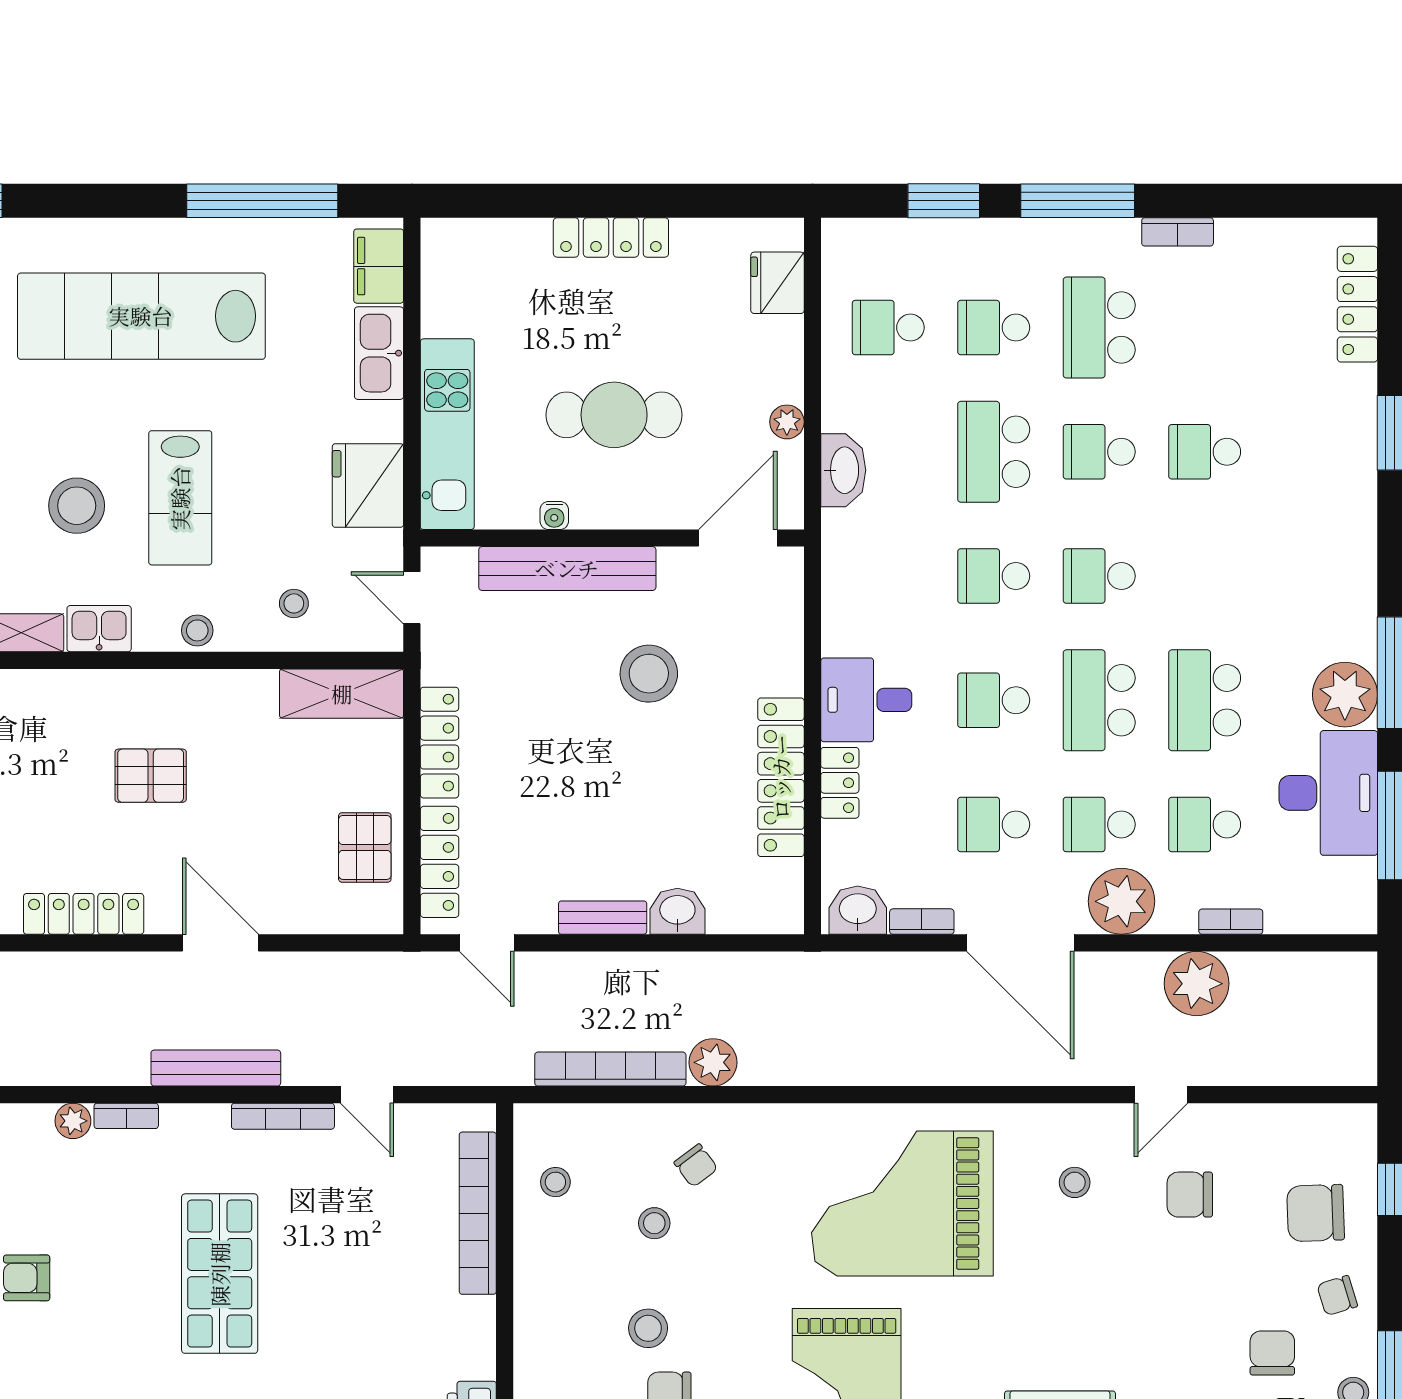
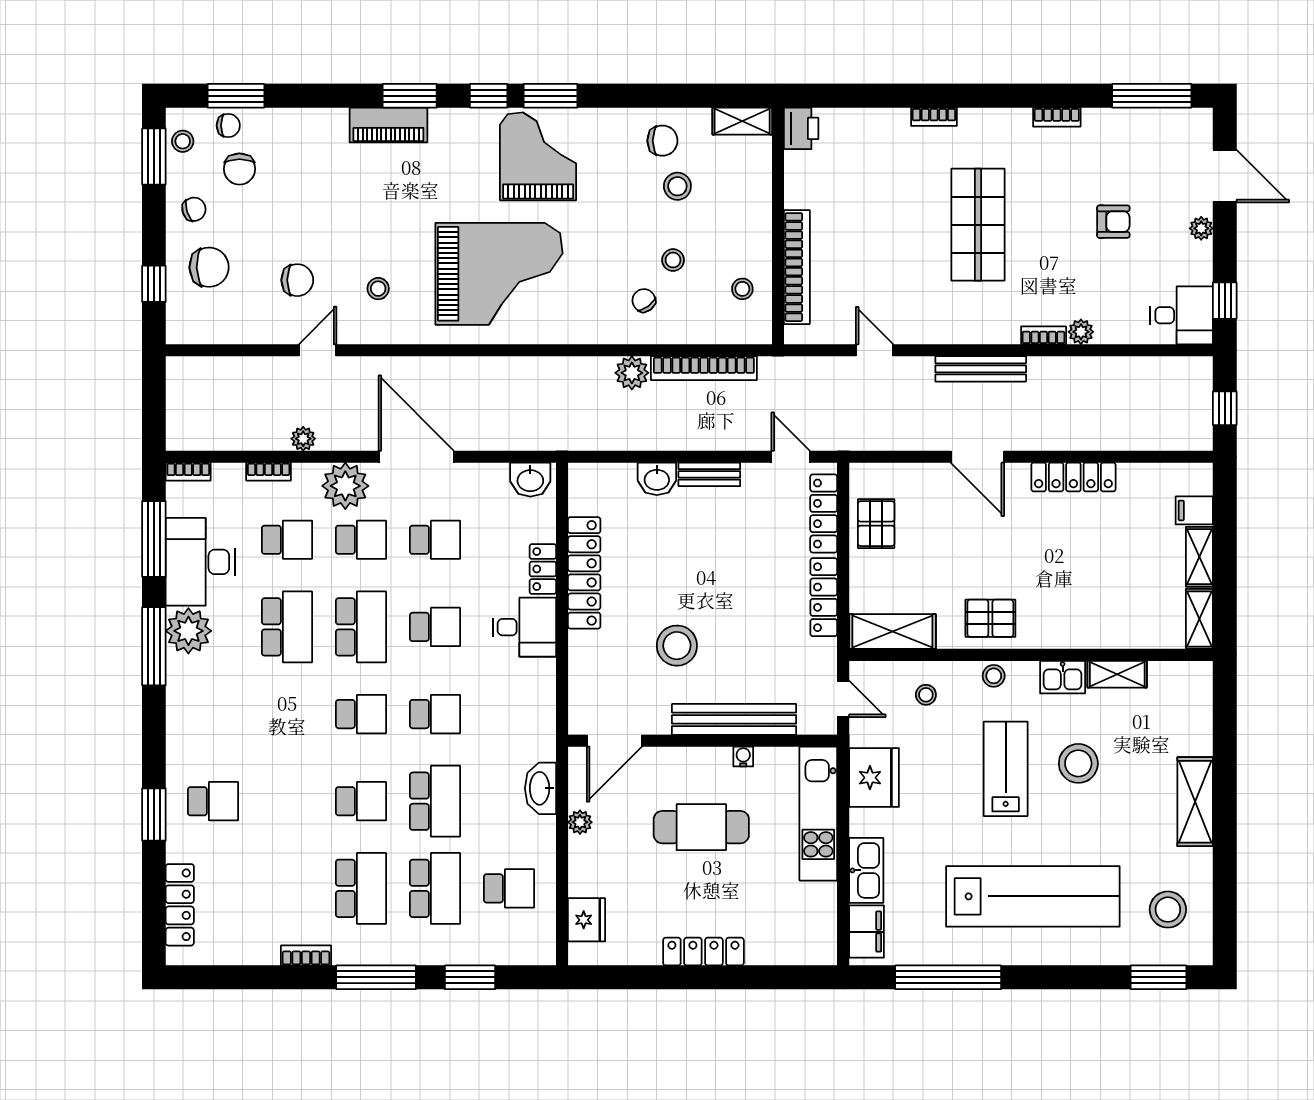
school desk: (994, 328) -> (435, 888), width x1.85
school desk: (1205, 452) -> (213, 801), moved
pallet: (151, 776) -> (990, 618), moved
bookcase: (922, 922) -> (188, 472), moved
plant: (1197, 984) -> (303, 439), width x0.53, depth x0.53
bookcase: (283, 1116) -> (934, 335), removed

